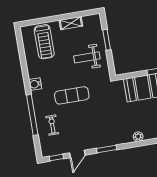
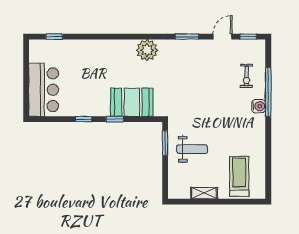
window: (107, 40) -> (165, 143), moved
water cooler: (35, 84) -> (259, 106), moved
exercise mat: (72, 95) -> (217, 107), removed
plant: (138, 137) -> (147, 50), width x1.87, depth x1.87

